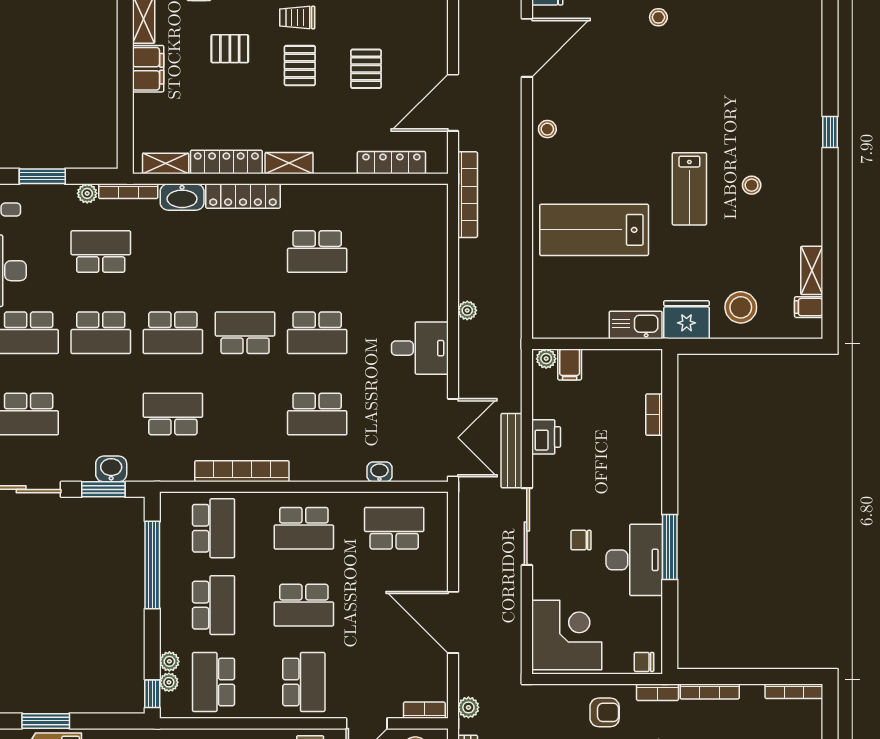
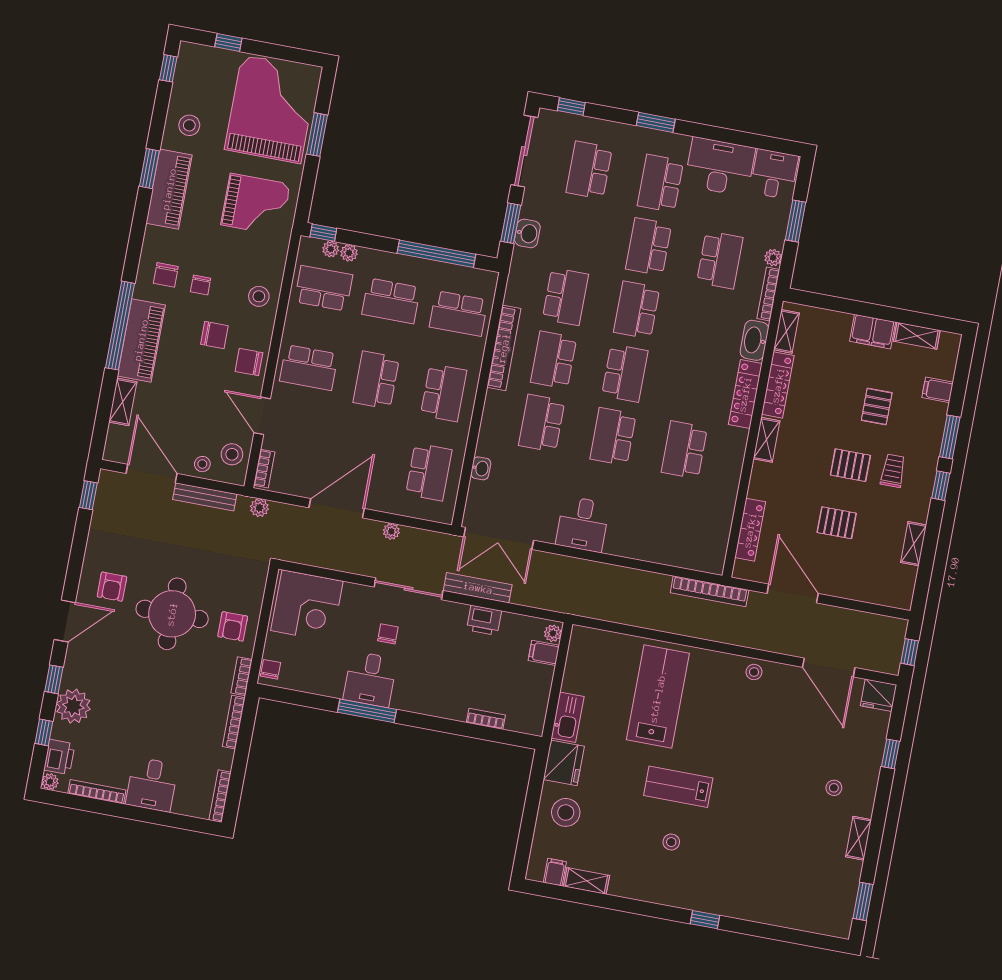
plant: (467, 310) -> (391, 531), moved
school desk: (245, 414) -> (554, 360), added
school desk: (304, 528) -> (444, 393), turned 180
desk: (634, 560) -> (370, 679), width x0.73

